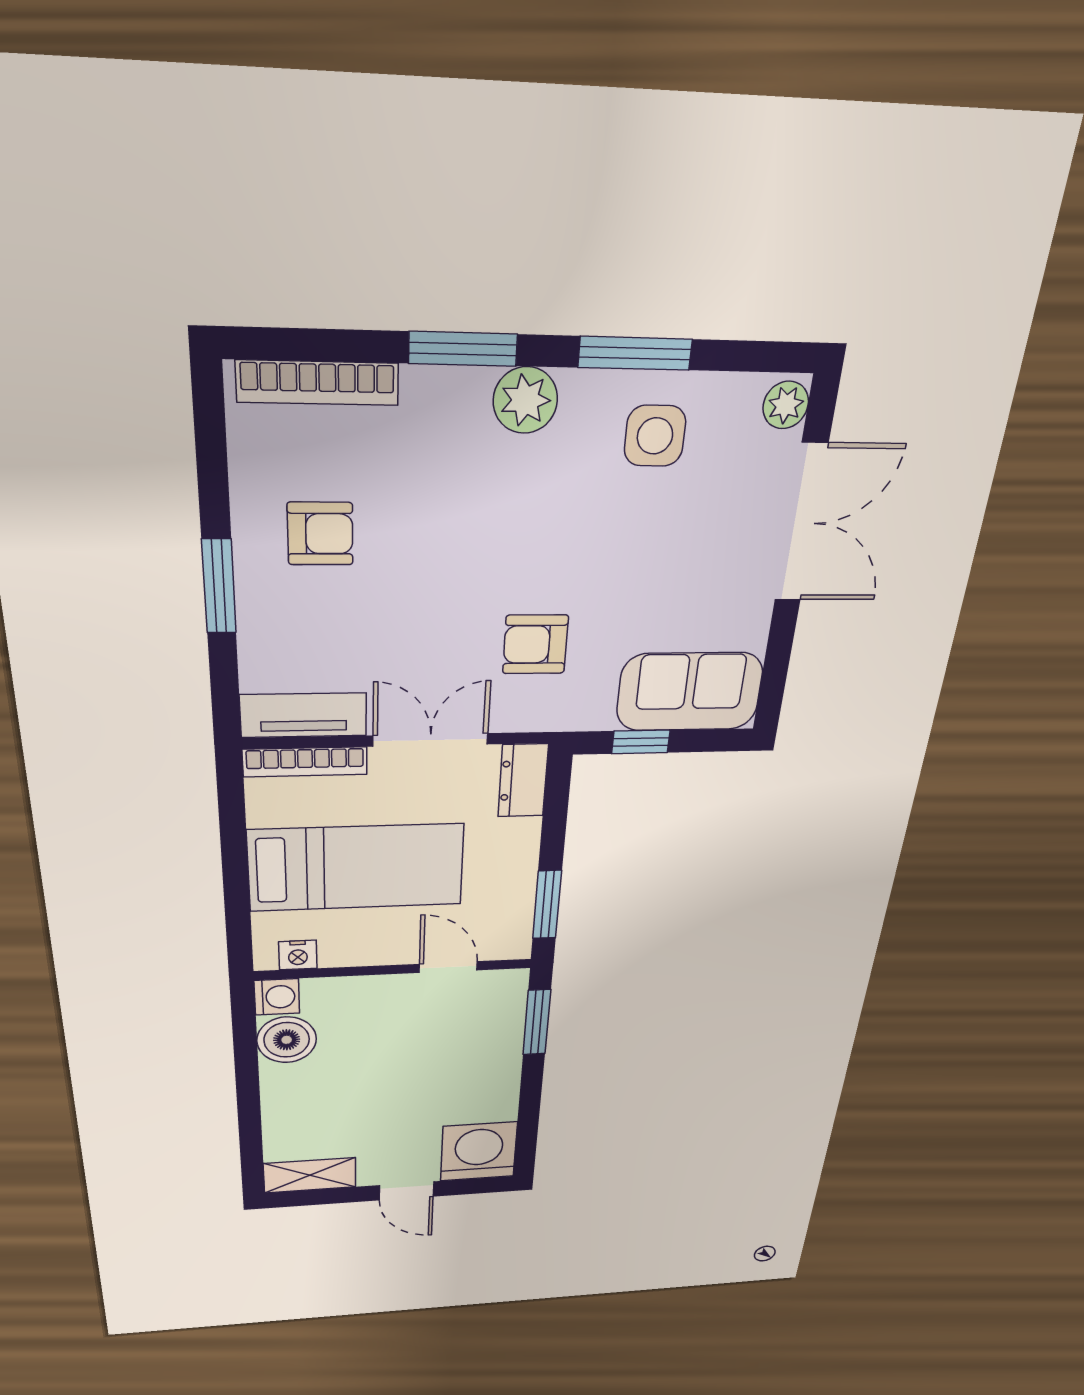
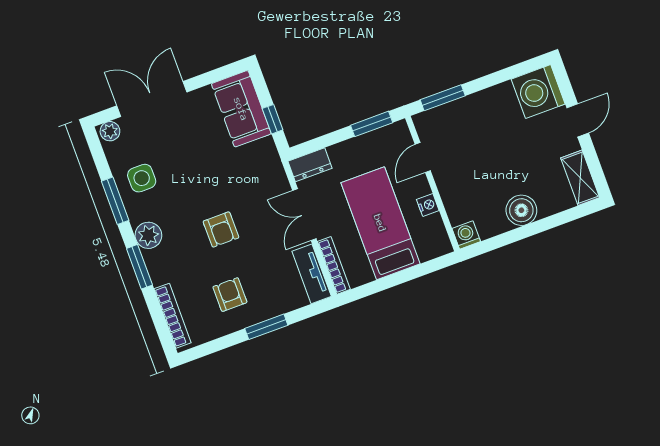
armchair: (535, 644) -> (221, 229), moved
nightstand: (298, 955) -> (428, 205), moved
boiler: (287, 1040) -> (521, 210), moved

